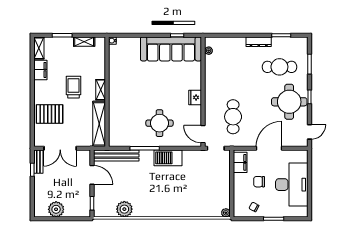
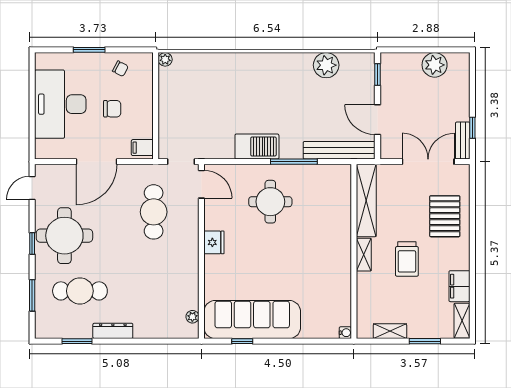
pallet: (50, 114) -> (445, 216), turned 90
filing cabinet: (240, 162) -> (142, 148), width x0.50

